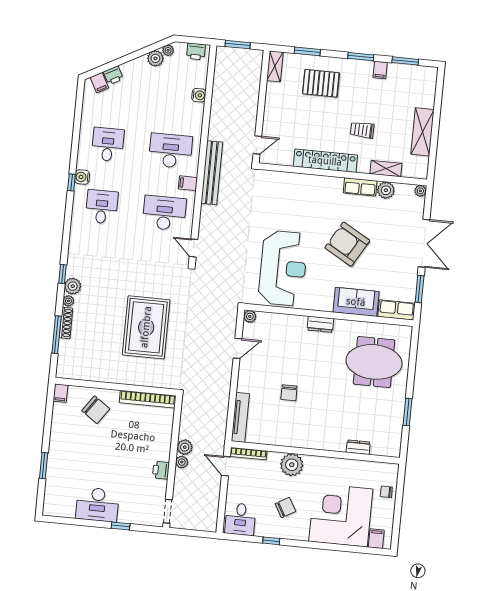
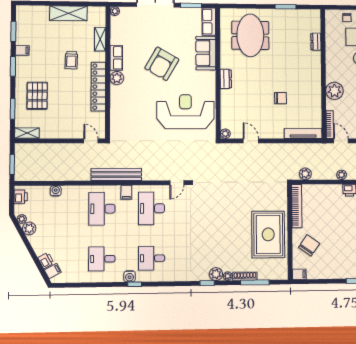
plant: (386, 190) -> (117, 78), moved
rug: (146, 327) -> (268, 234), moved, turned 90
plant: (185, 447) -> (305, 174), moved
door: (226, 466) -> (341, 141), swing flipped

